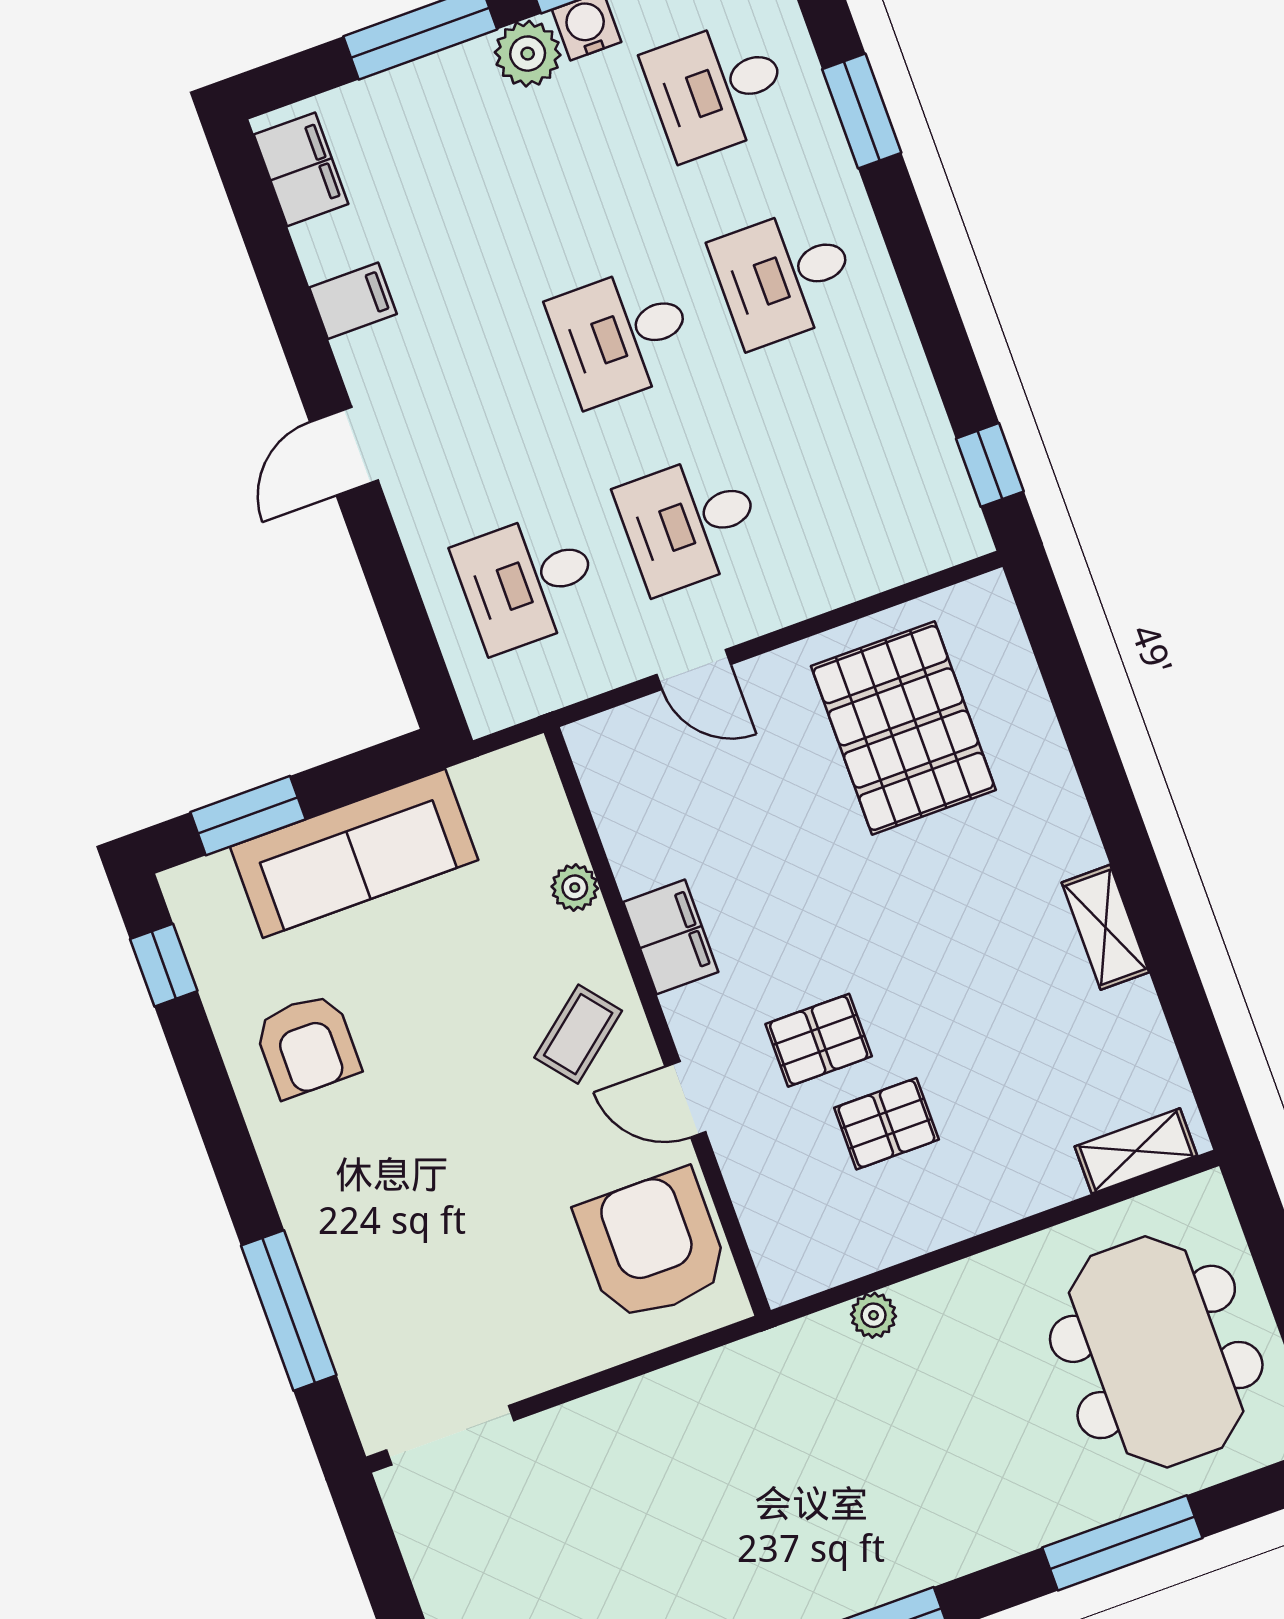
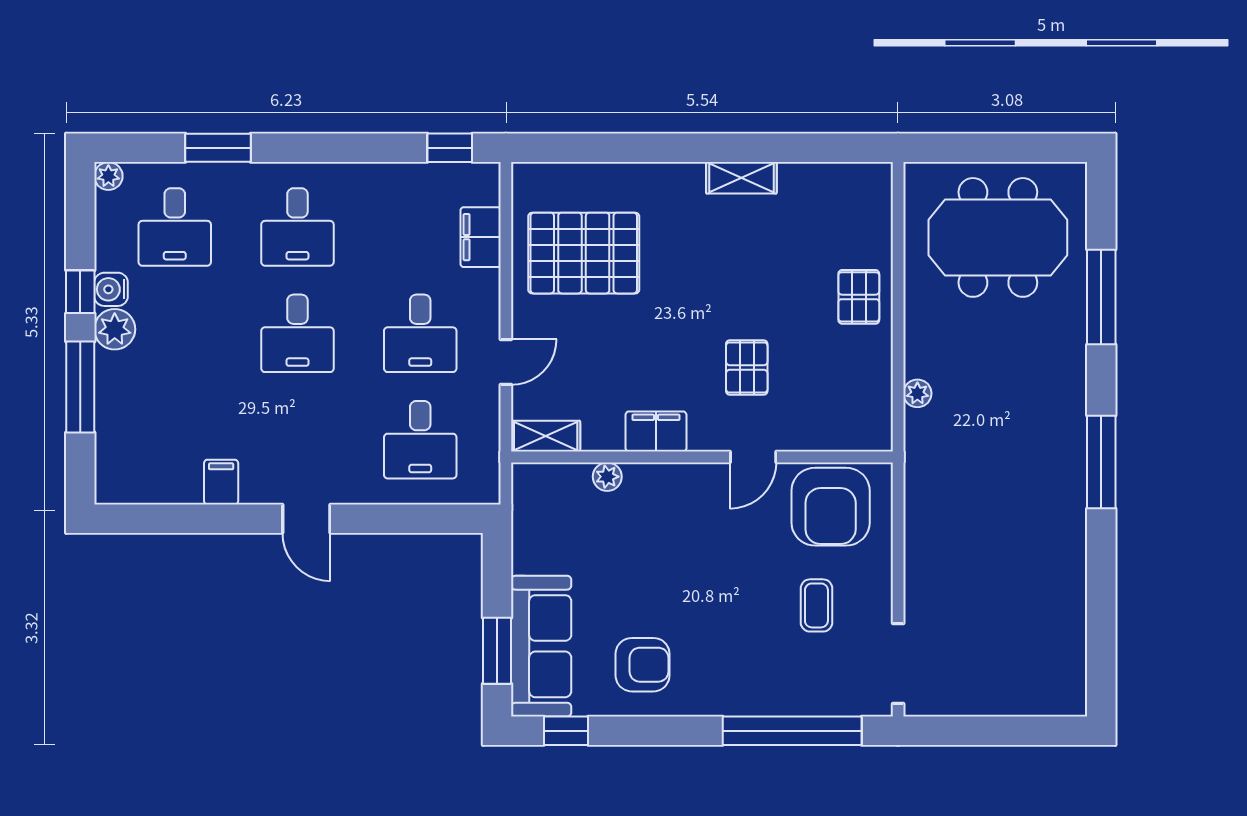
filing cabinet: (301, 169) -> (481, 237), moved, turned -90
sofa: (354, 853) -> (541, 646), moved
coffee table: (578, 1034) -> (816, 605), moved, turned 39
pallet: (886, 1124) -> (859, 297), moved
shelving: (1136, 1151) -> (546, 436), moved, turned 90
armchair: (652, 1245) -> (831, 507), turned -90
window: (289, 1310) -> (792, 731), width x1.46

